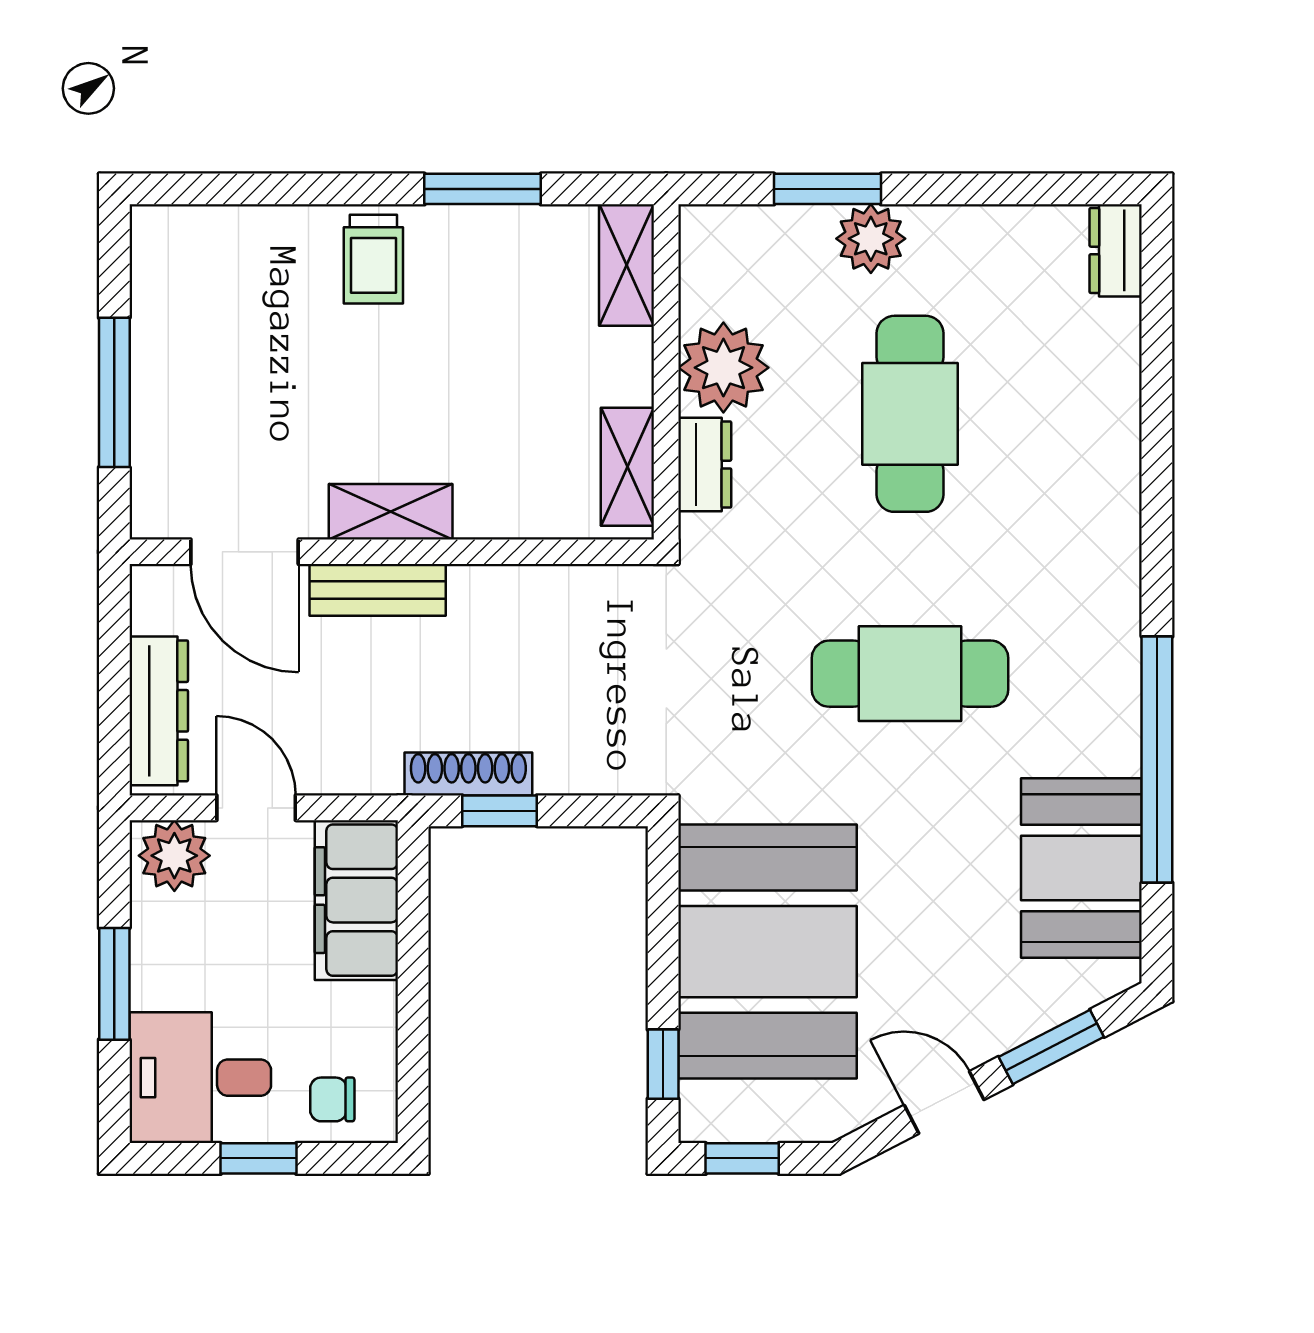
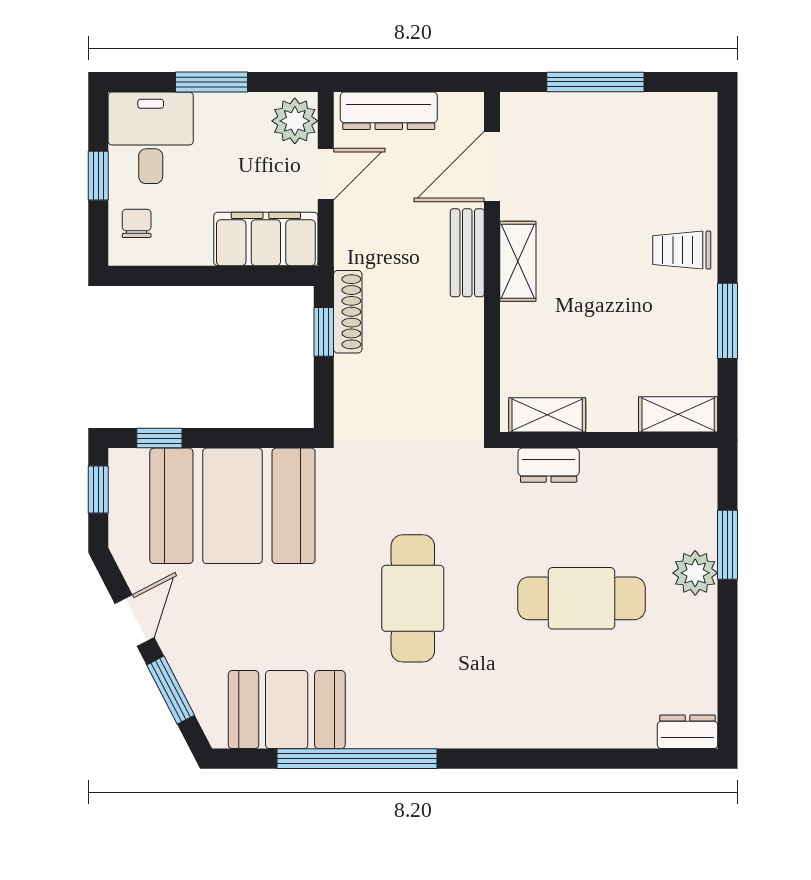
plant: (723, 368) -> (611, 477), removed

